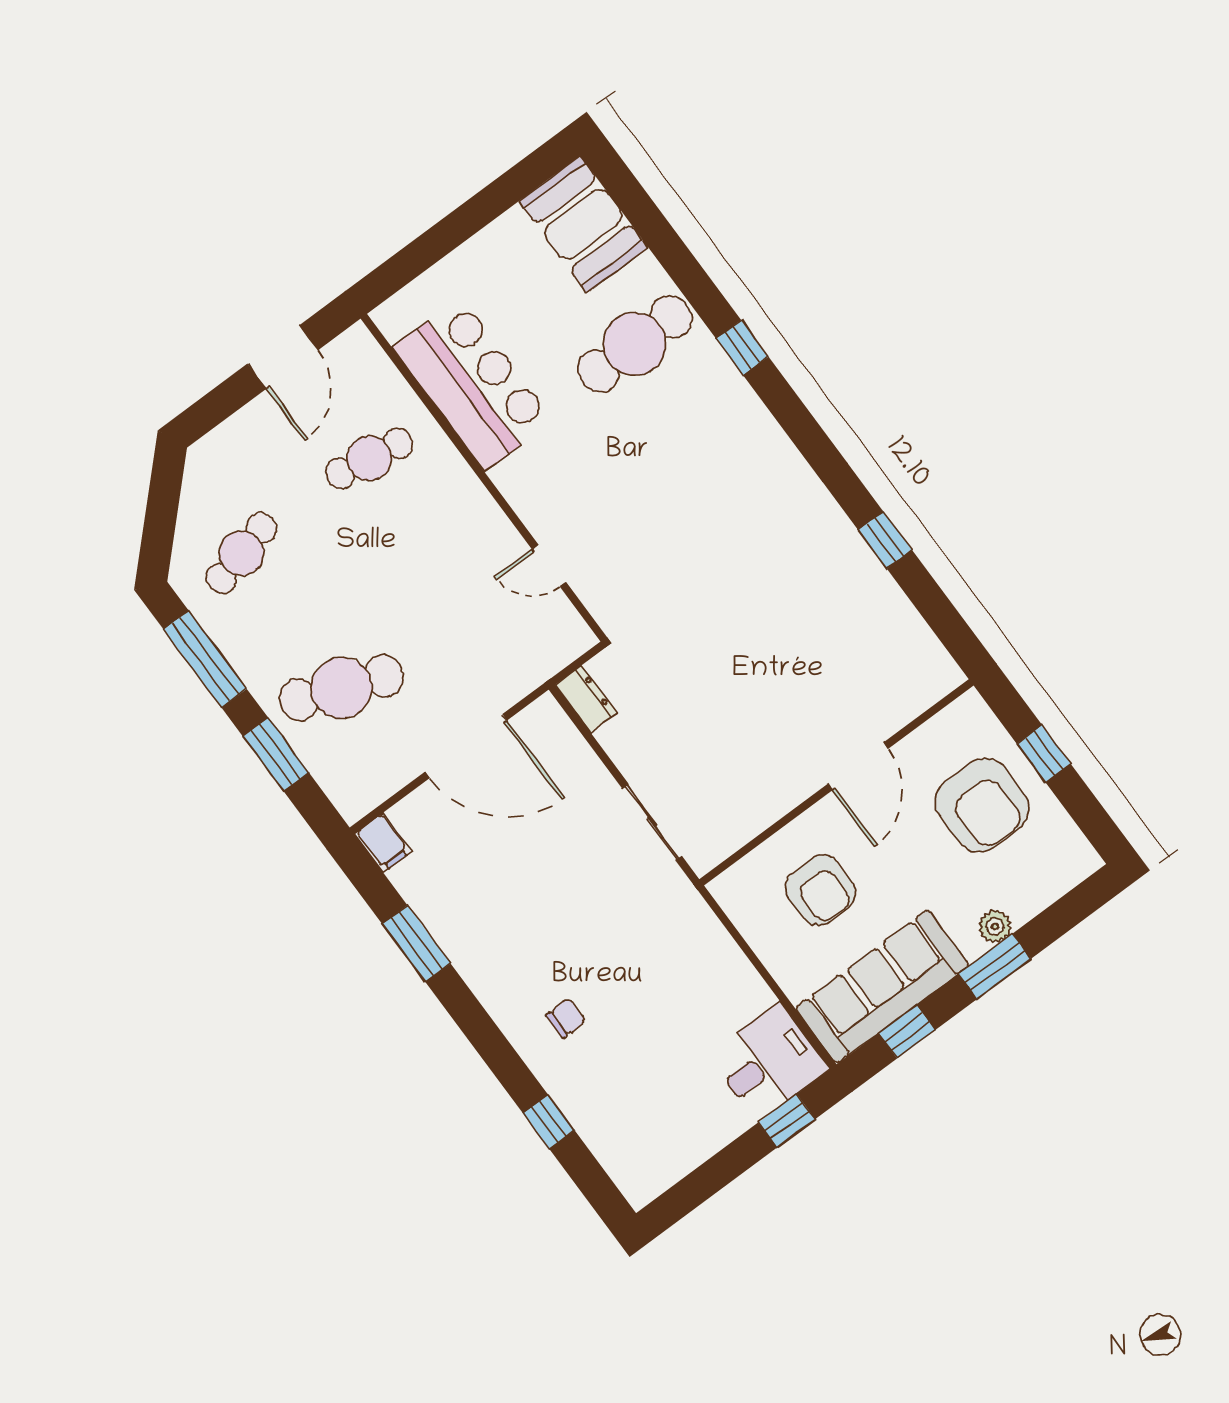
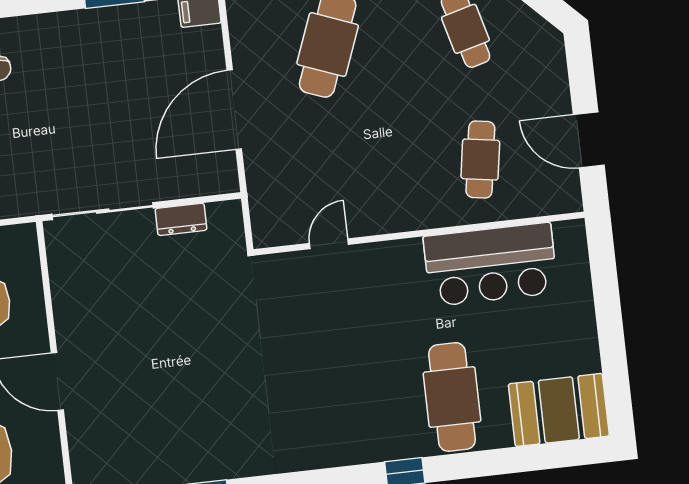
dresser: (586, 699) -> (181, 219), moved
sliding door: (652, 822) -> (103, 211), width x1.37

